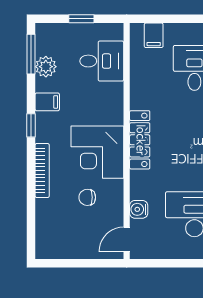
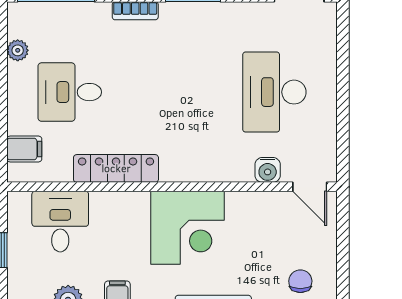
locker: (140, 140) -> (116, 168), moved
chair: (87, 197) -> (300, 281), moved, turned 180

